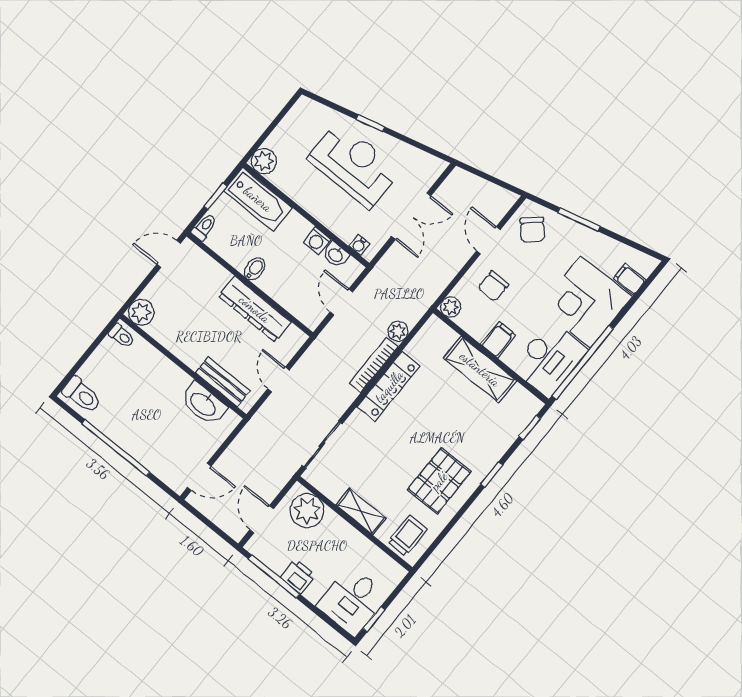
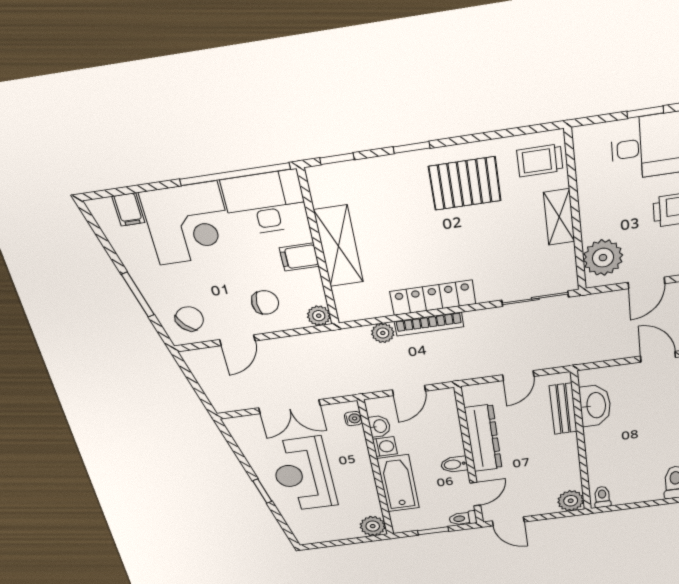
bathtub: (258, 199) -> (398, 483), moved
double door: (411, 216) -> (289, 407), swing flipped
door: (216, 257) -> (475, 494), added

